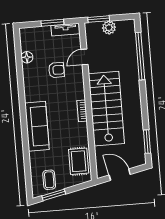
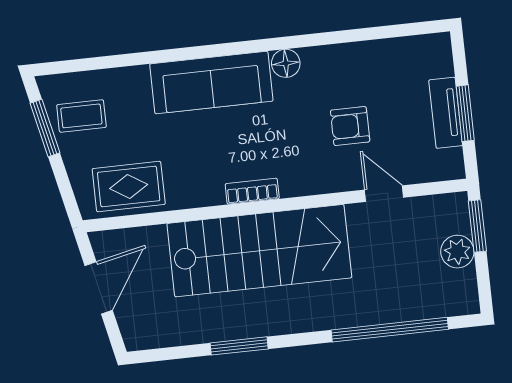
tv unit: (65, 30) -> (446, 113), moved
floor lamp: (27, 57) -> (286, 63), moved
armchair: (56, 70) -> (350, 126), turned 90
window: (147, 142) -> (239, 346), moved

